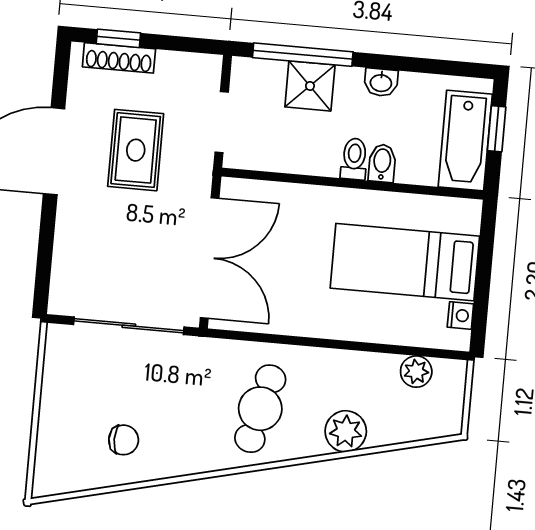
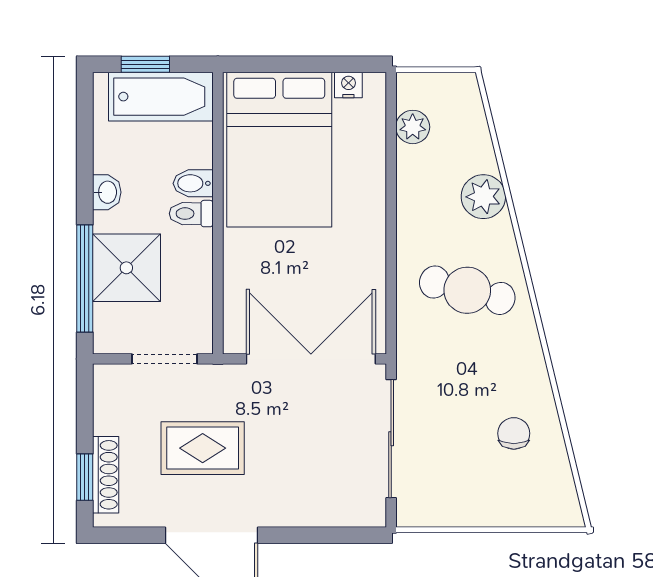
shower: (310, 86) -> (126, 268), width x1.36, depth x1.36
bed: (405, 262) -> (279, 150), width x1.50

